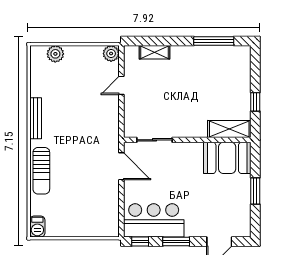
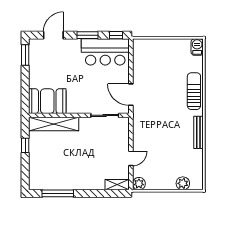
shelving: (154, 52) -> (117, 185), moved
shelving: (229, 129) -> (54, 124), width x1.47
window: (255, 191) -> (25, 55), moved

